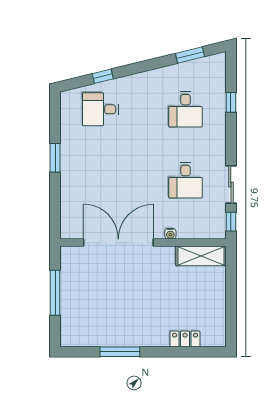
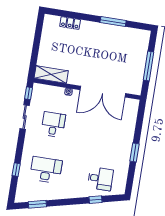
desk: (186, 109) -> (46, 170), width x1.37

